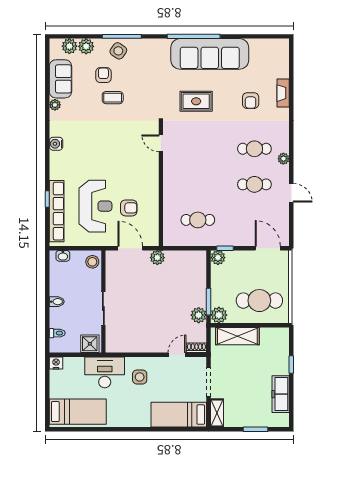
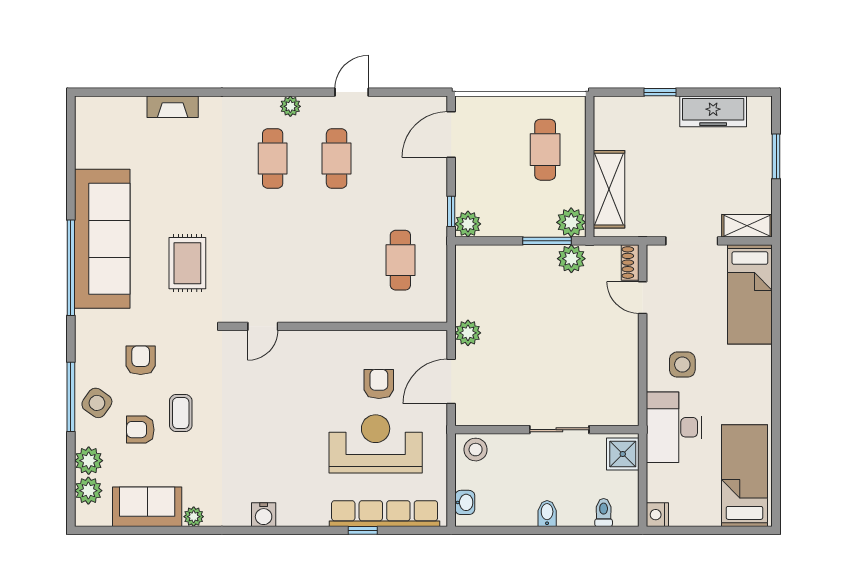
armchair: (251, 101) -> (141, 360), moved, turned -90
cafe table: (259, 301) -> (545, 150), width x0.73, depth x0.74

